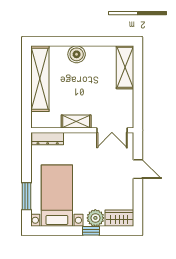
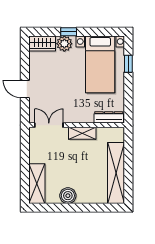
boiler: (77, 54) -> (68, 196), moved
window: (27, 196) -> (128, 64), width x0.67

